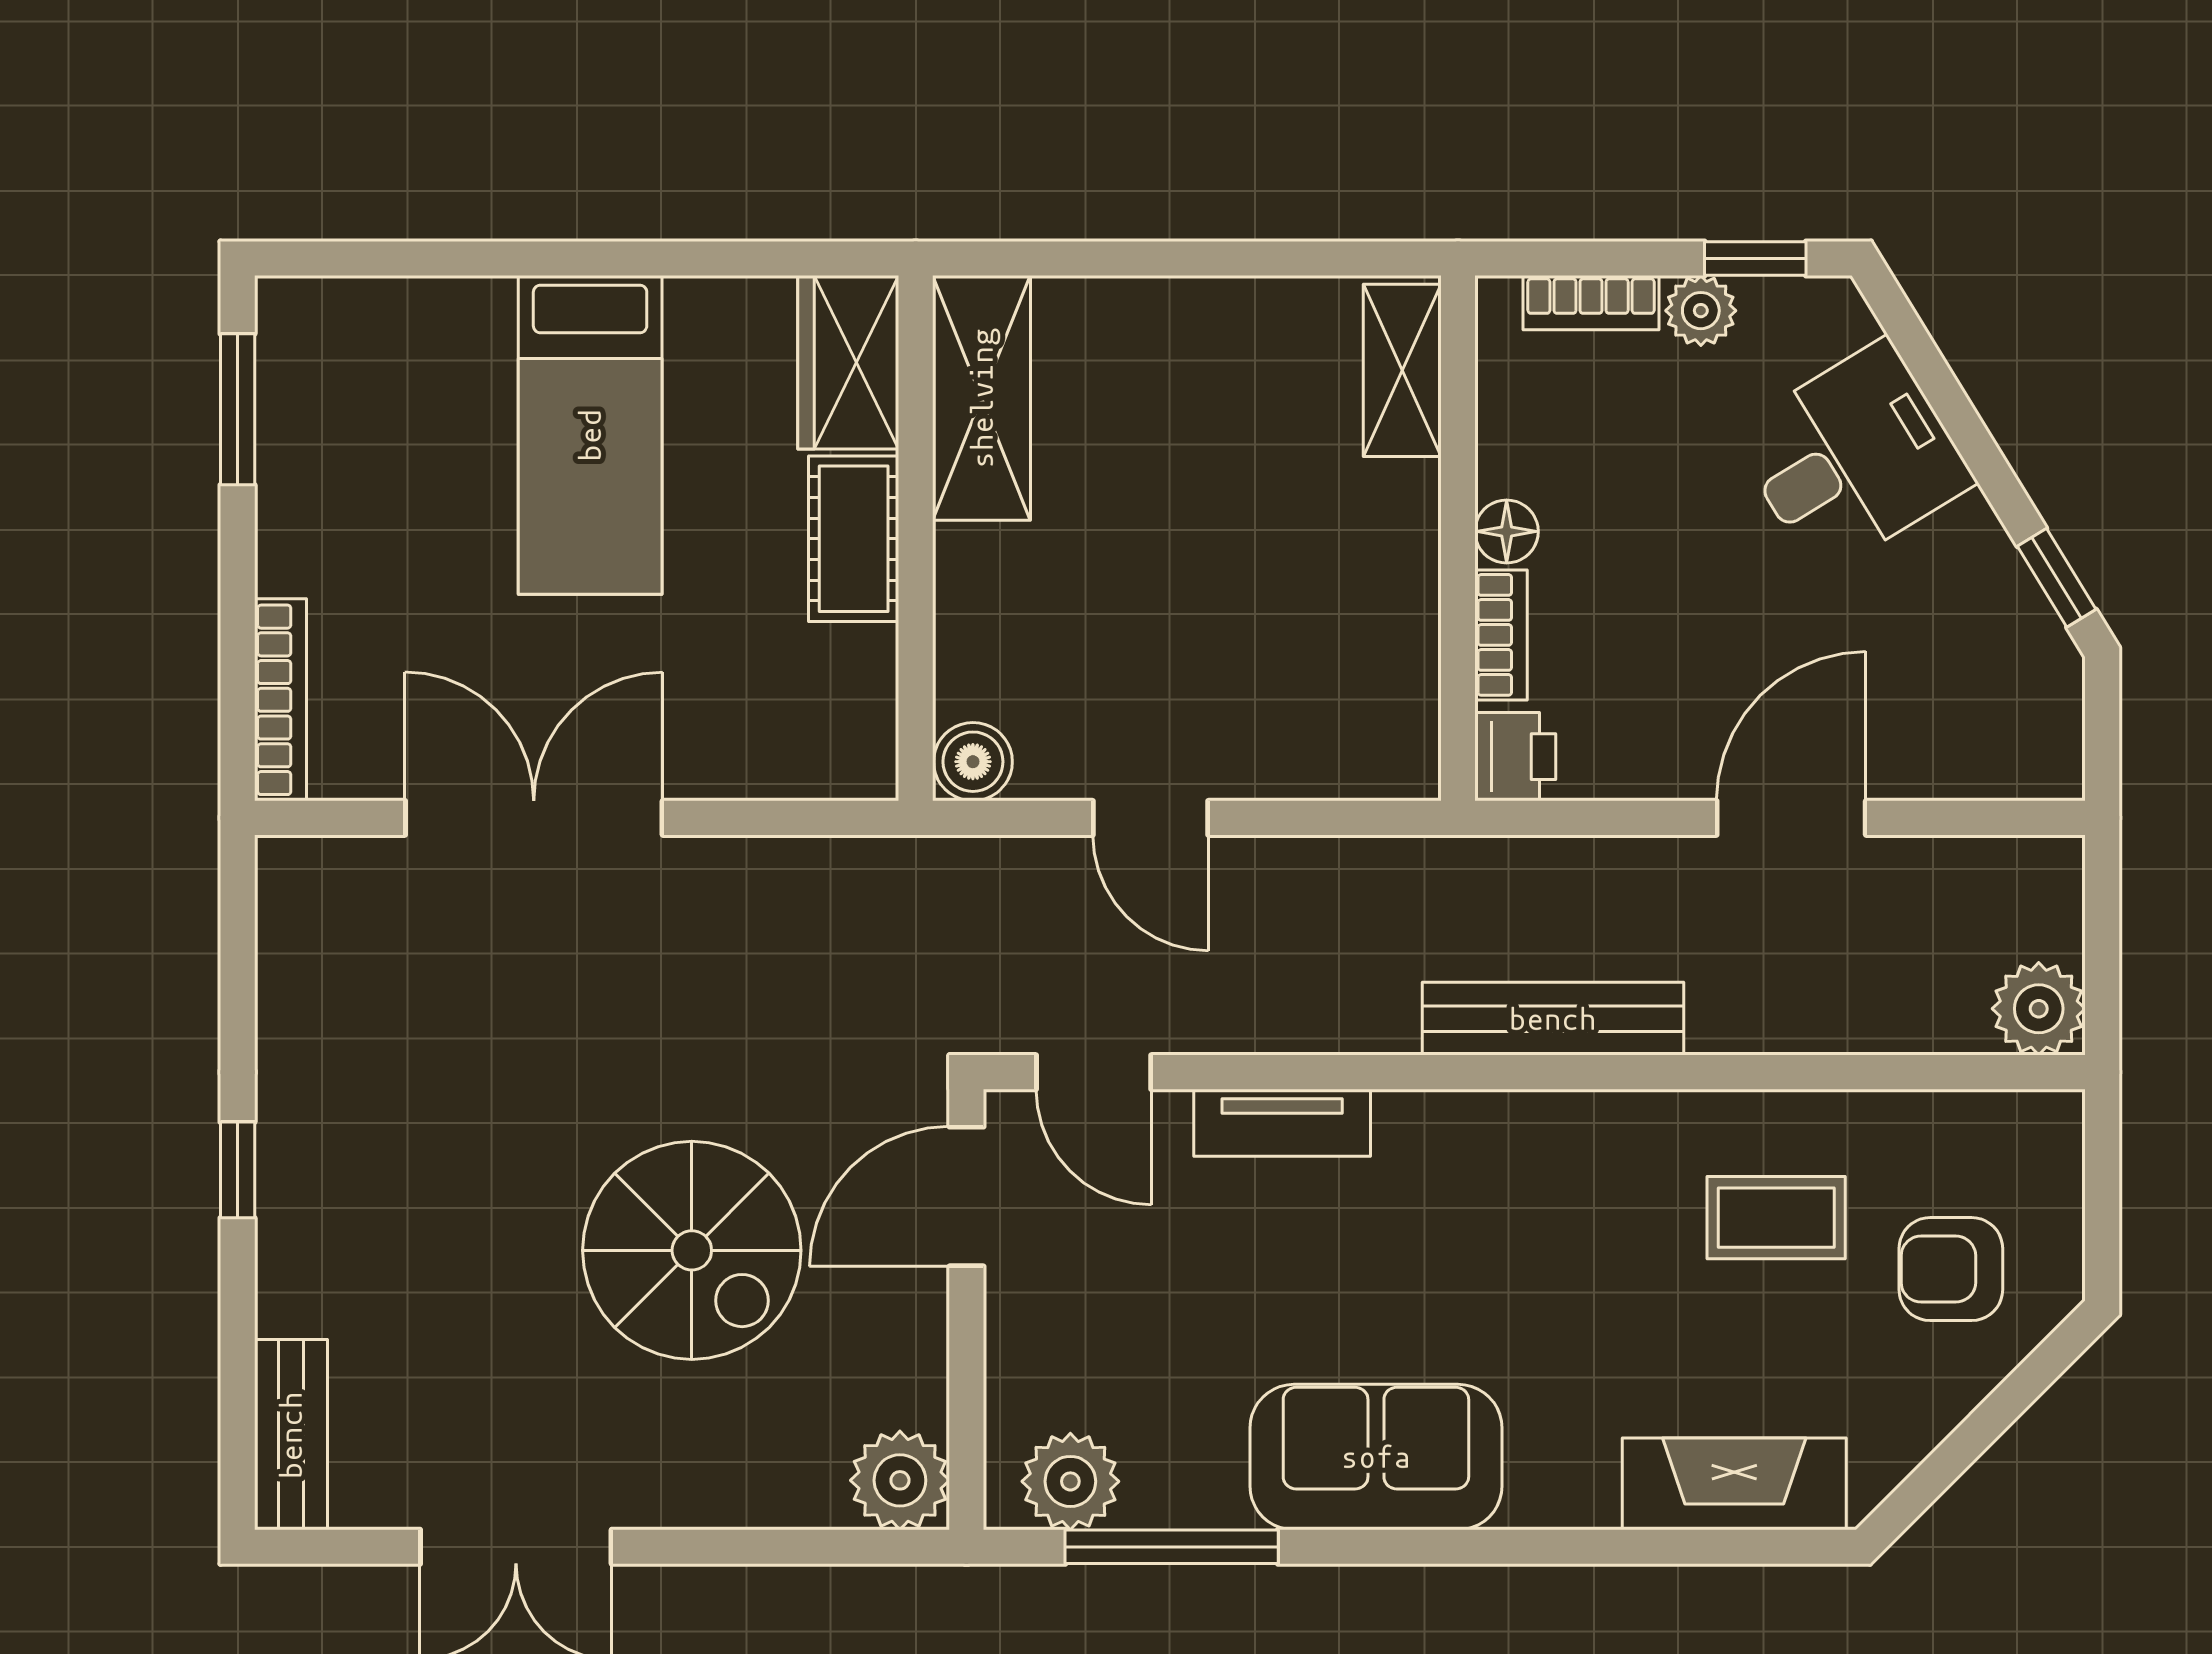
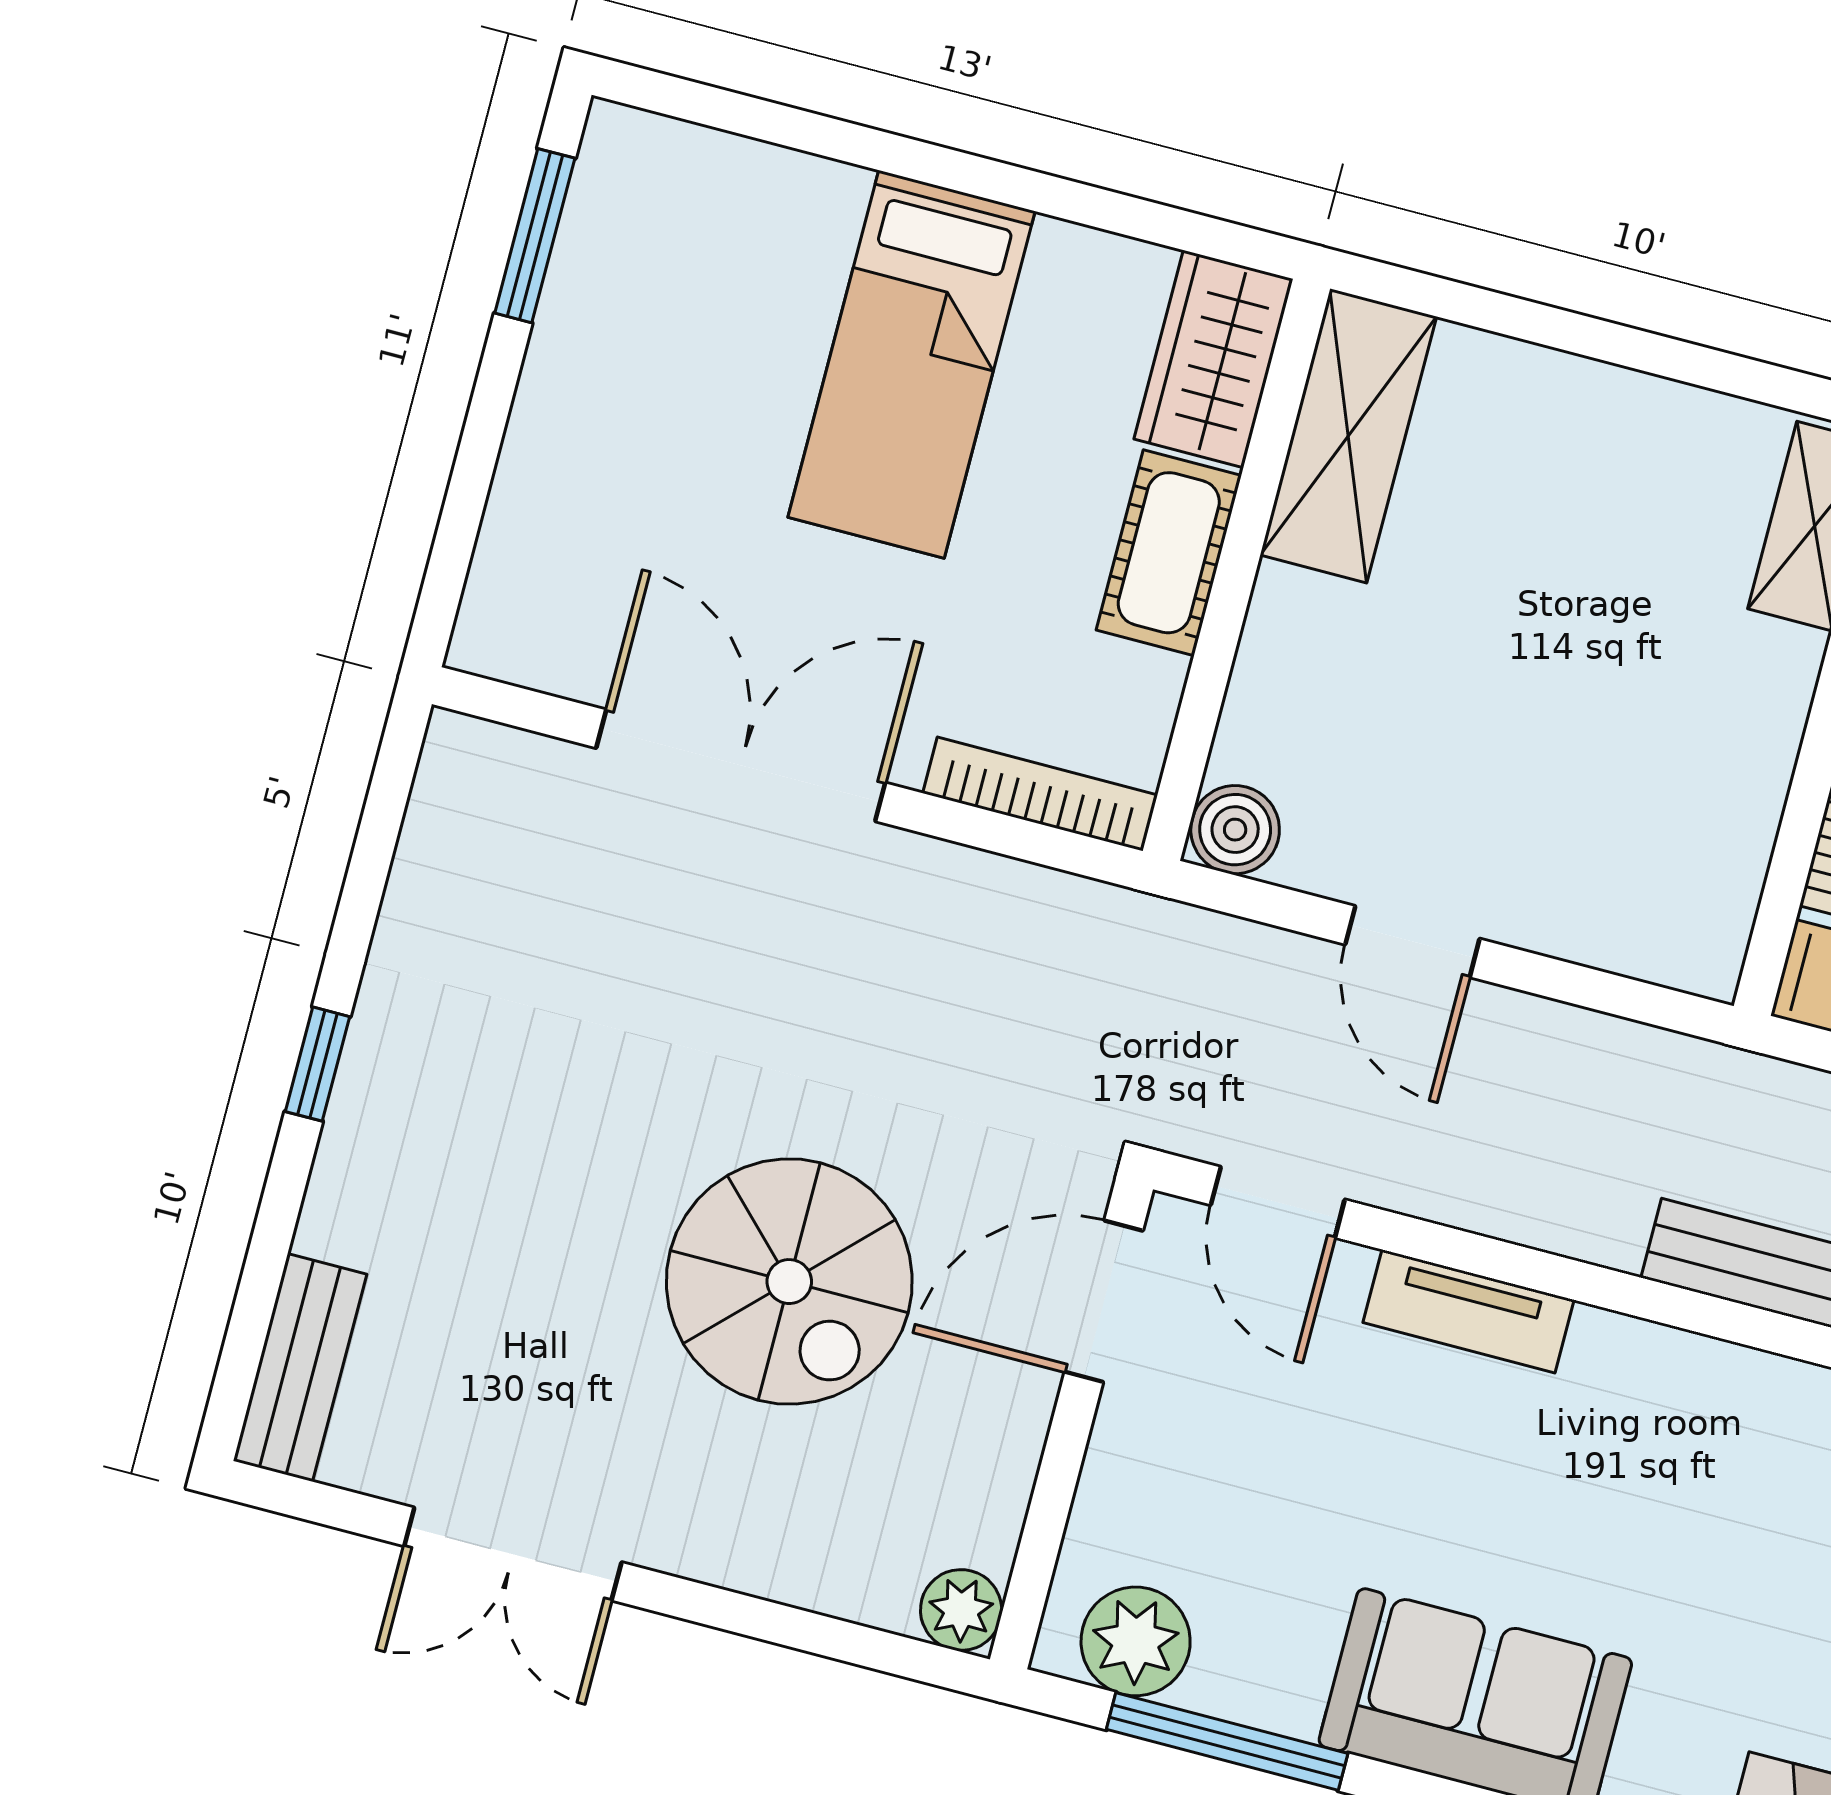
bookcase: (280, 700) -> (1040, 794), moved, turned -90
plant: (900, 1480) -> (961, 1610), width x0.73, depth x0.73

